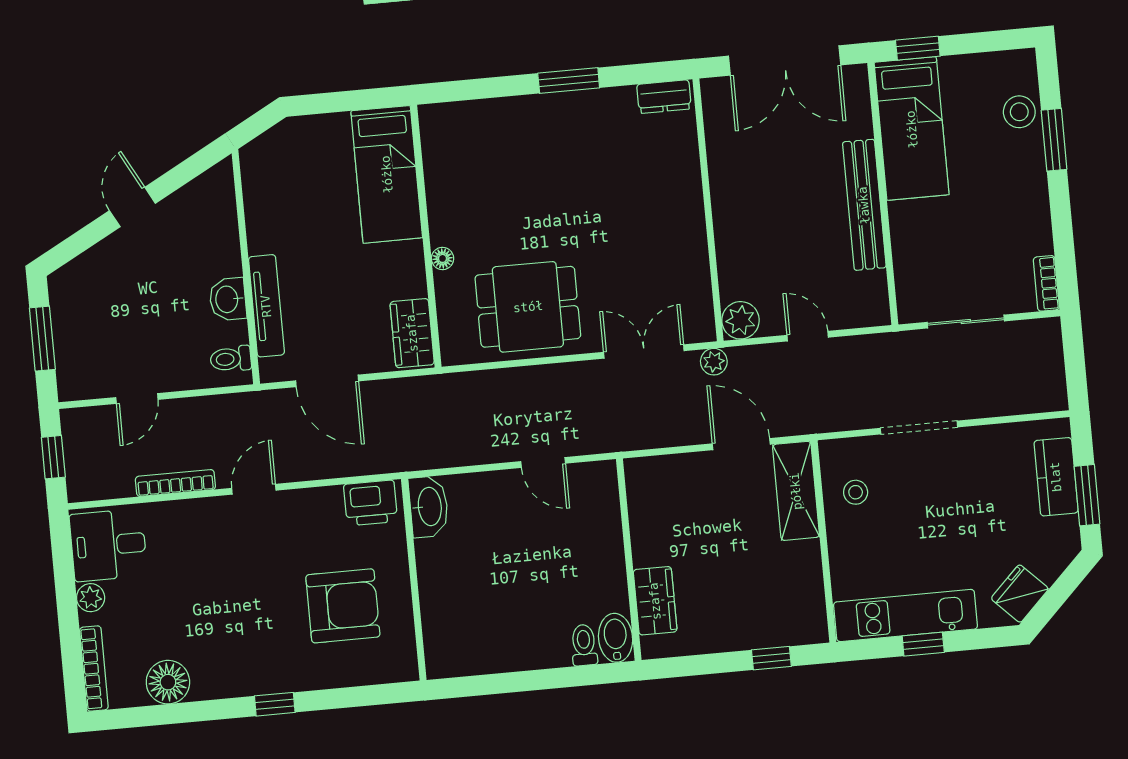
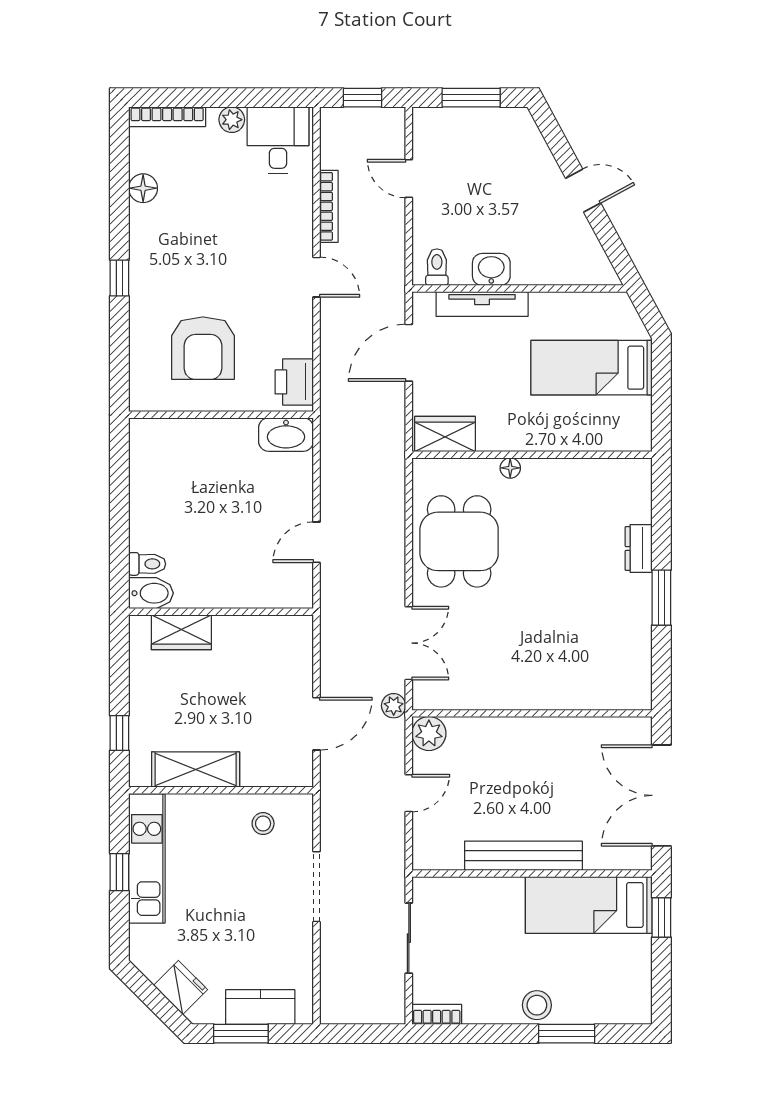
dresser: (664, 97) -> (639, 548), moved
stool: (1019, 112) -> (537, 1005), moved
bed: (387, 174) -> (591, 368), moved
shelving: (796, 491) -> (196, 770), moved
fridge: (1020, 594) -> (180, 988), moved
floor lamp: (168, 682) -> (143, 188), width x0.73, depth x0.73

